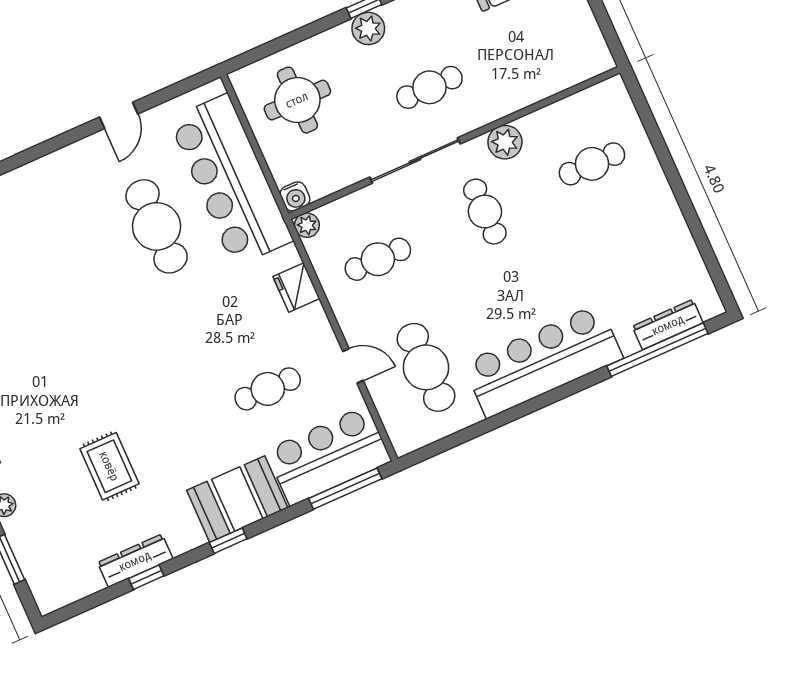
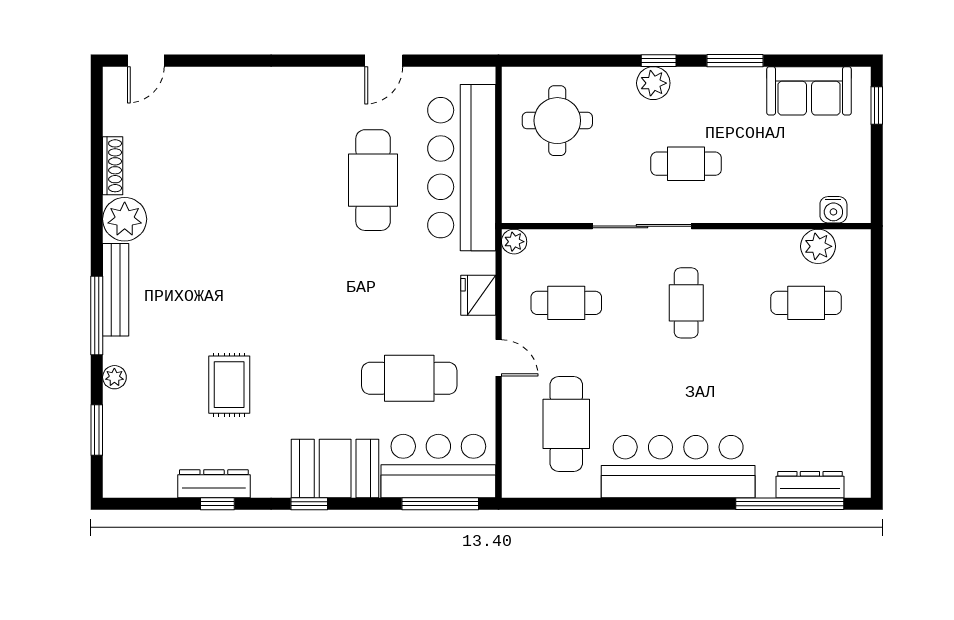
plant: (505, 142) -> (818, 246), moved
water cooler: (295, 197) -> (833, 210), moved
door: (353, 366) -> (499, 358), moved
cafe table: (268, 389) -> (409, 378), width x1.37, depth x1.35

